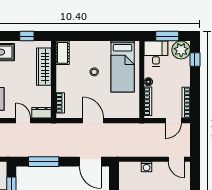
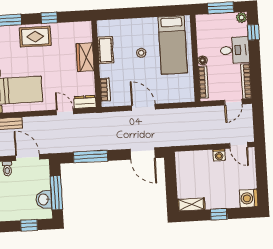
window: (27, 36) -> (49, 18), moved
plant: (181, 50) -> (242, 18), width x0.53, depth x0.53
cot: (63, 53) -> (106, 50), moved
desk: (156, 54) -> (235, 50), moved, turned 90
wardrobe: (44, 67) -> (85, 57), width x0.67
washing machine: (147, 167) -> (219, 155), moved

